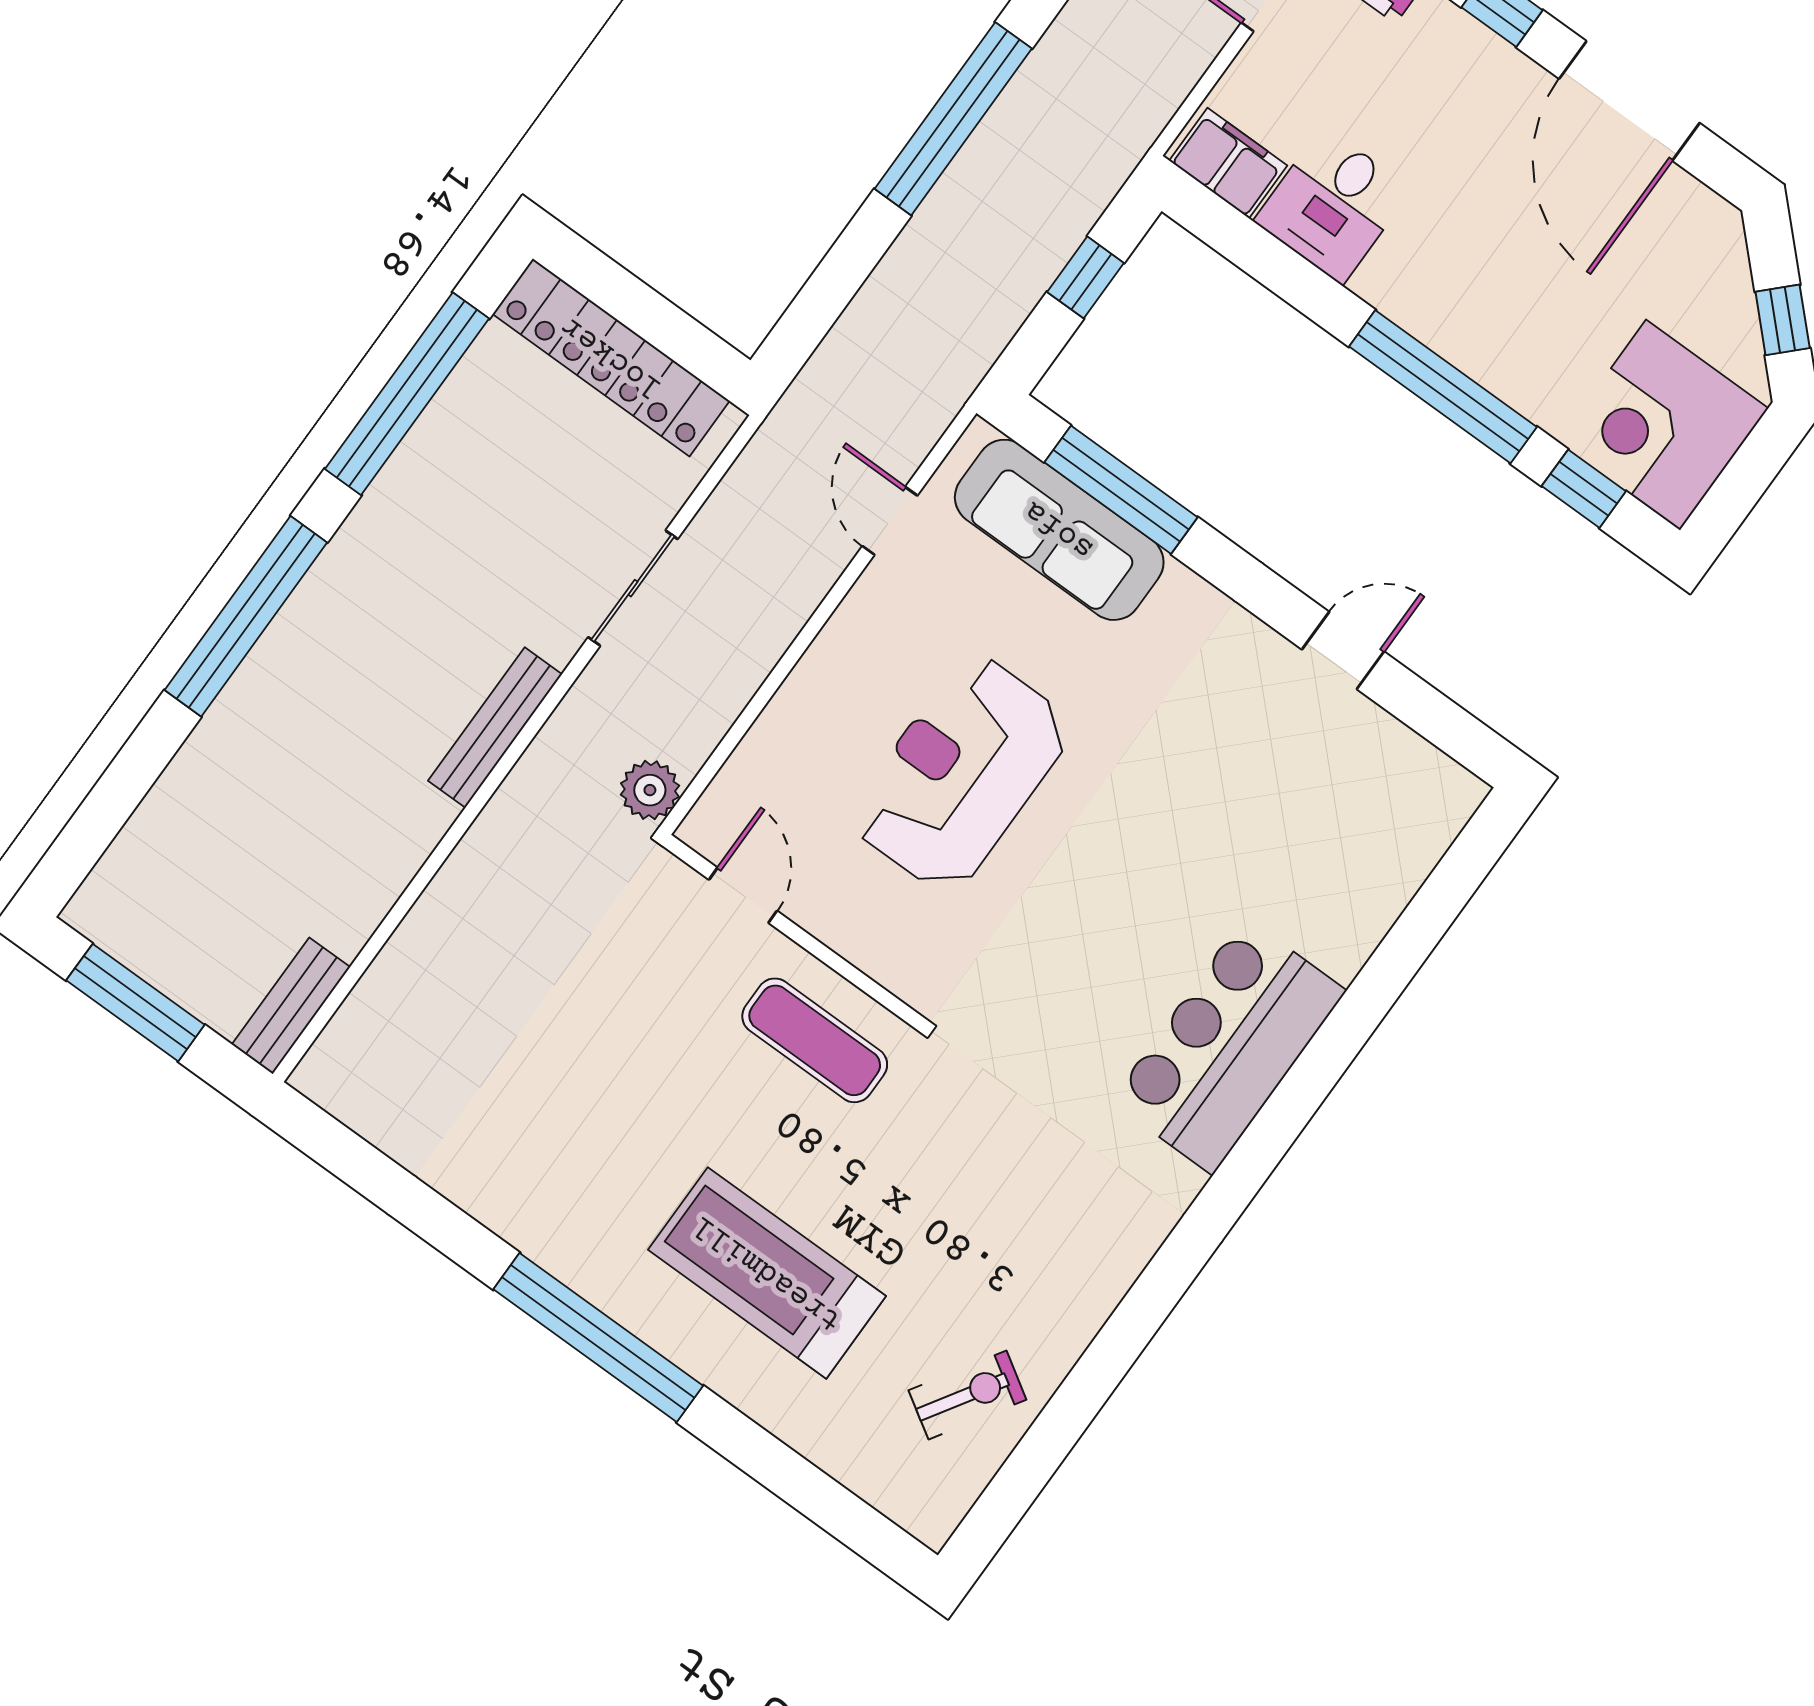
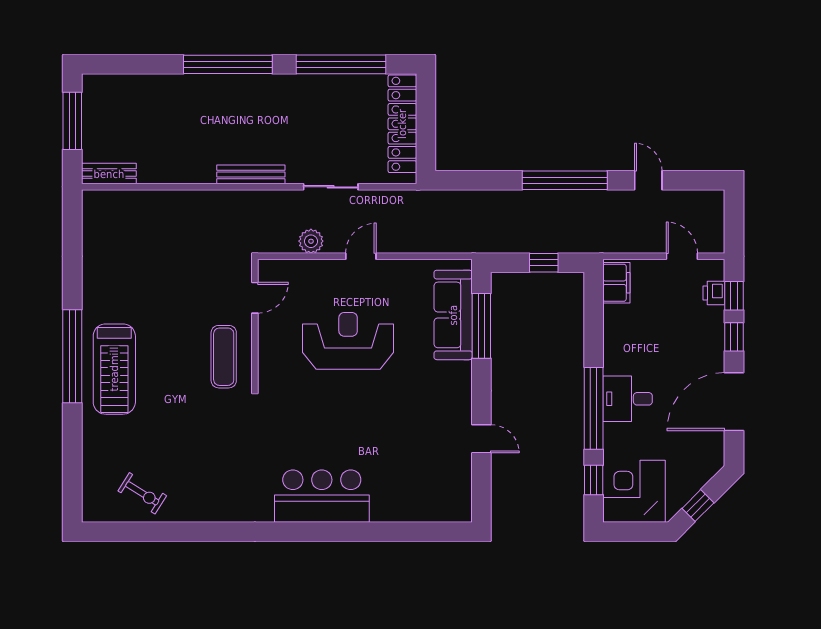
desk: (1333, 205) -> (628, 399), moved
door: (890, 521) -> (361, 256), moved
plant: (650, 790) -> (311, 241), moved
treadmill: (767, 1273) -> (114, 369), moved, turned 180

